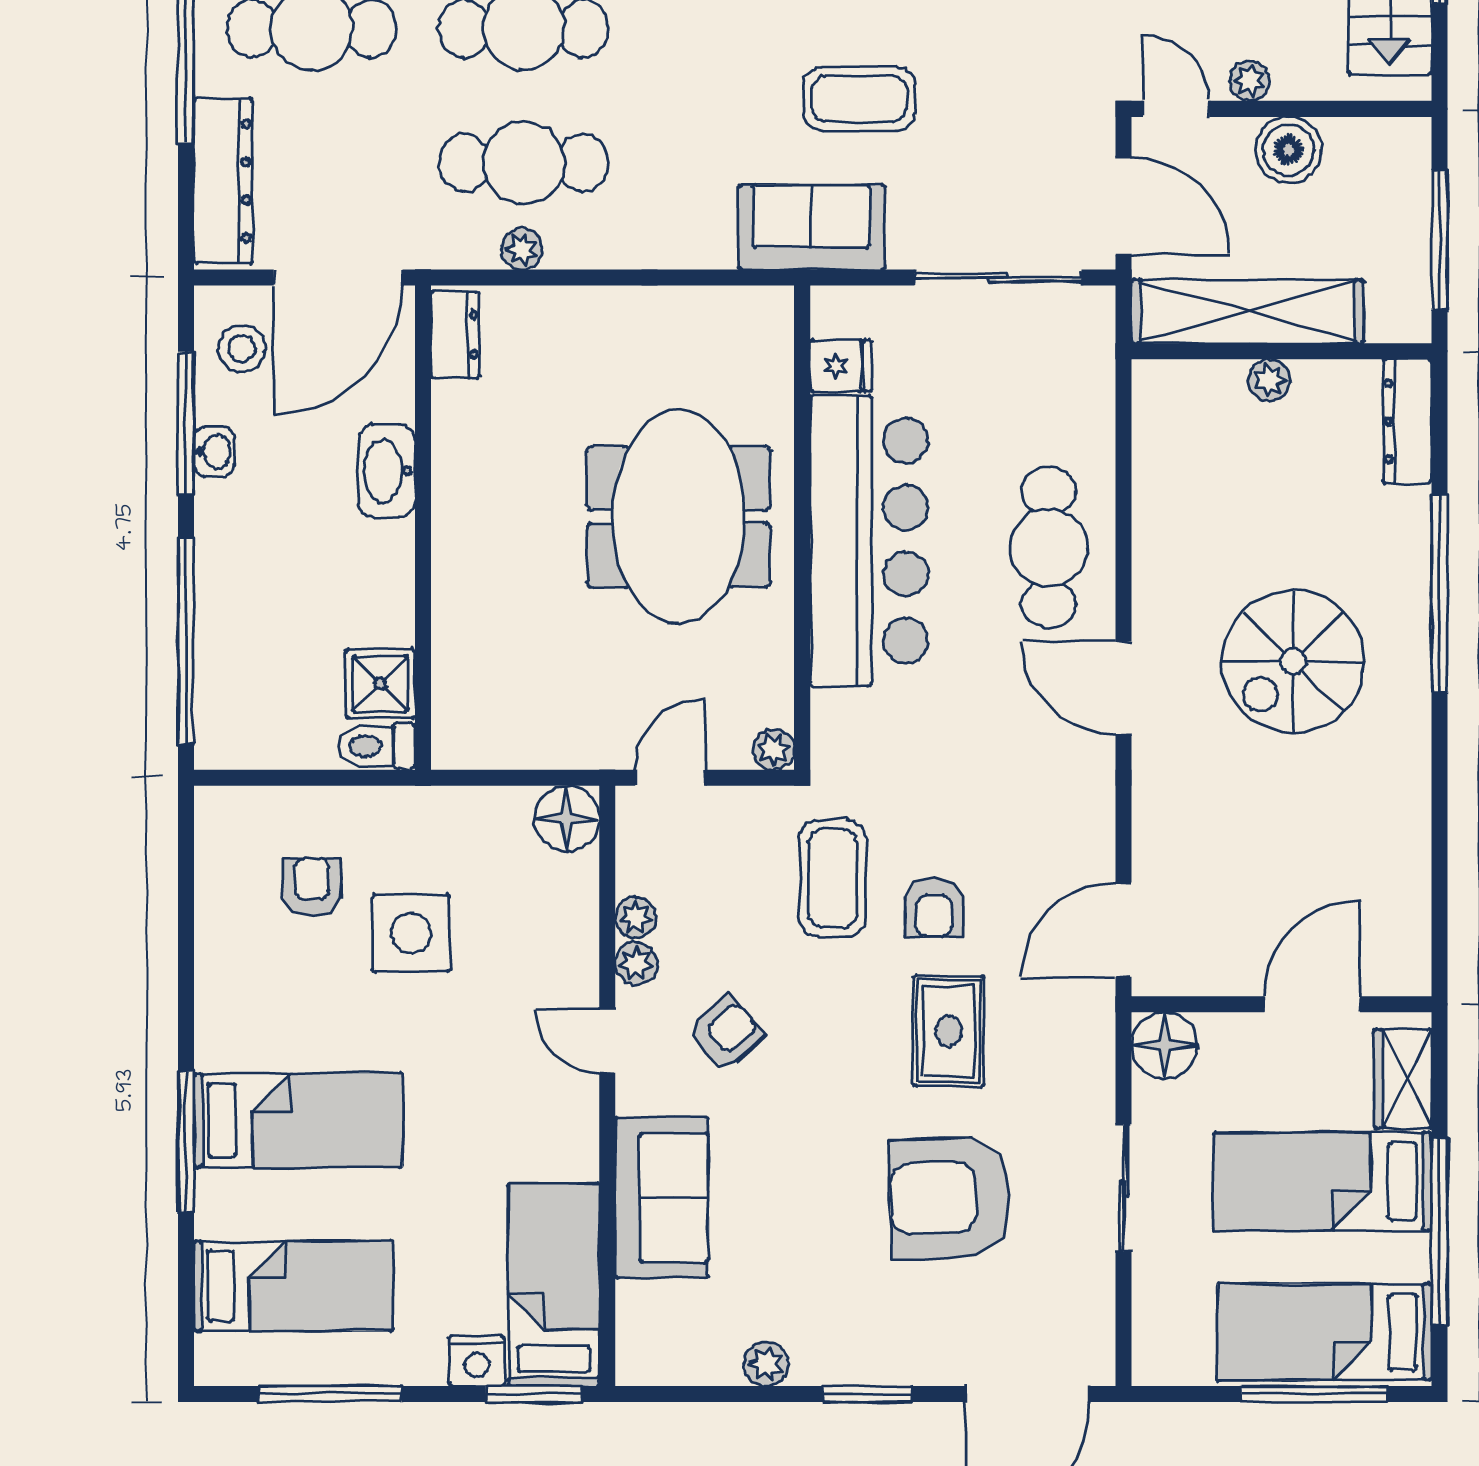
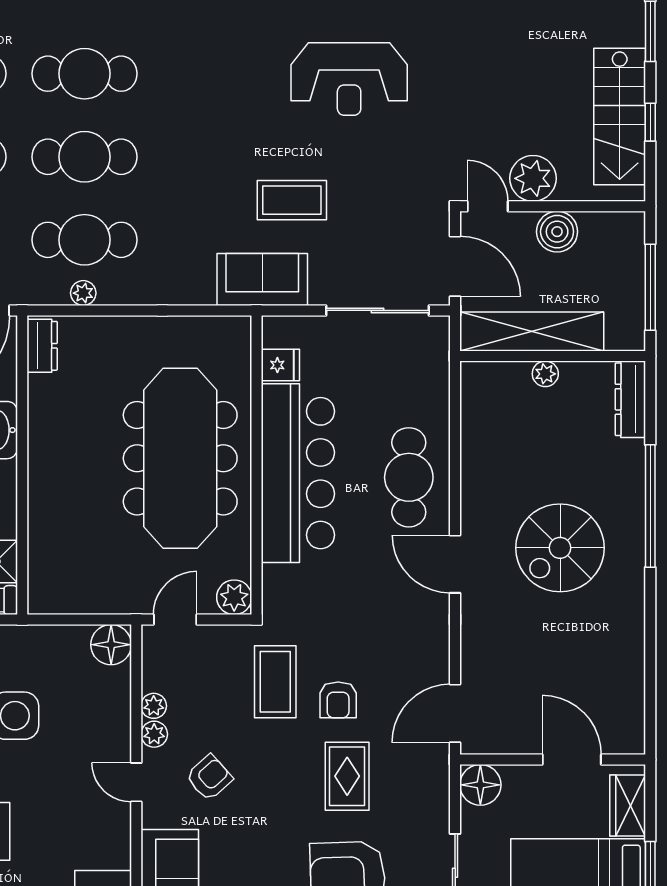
plant: (1250, 81) -> (533, 178), width x1.87, depth x1.87
meeting table: (679, 517) -> (180, 458), width x1.36
plant: (774, 749) -> (234, 597), width x1.38, depth x1.38
door: (1312, 1004) -> (572, 760), hinge flipped

